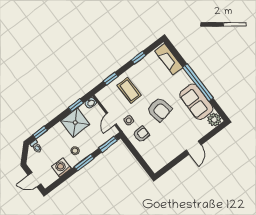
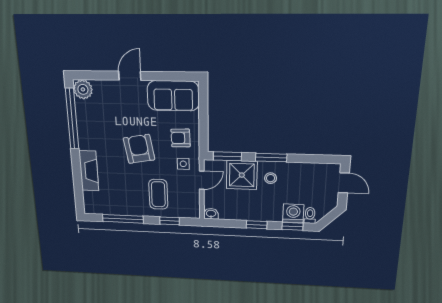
window: (138, 58) -> (123, 219), width x2.17
fireplace: (169, 59) -> (89, 171), moved
window: (198, 83) -> (72, 119), moved
sofa: (196, 102) -> (173, 96), moved, turned 90
window: (76, 105) -> (257, 225), moved
shower: (75, 123) -> (242, 175), moved
washing machine: (61, 167) -> (293, 213), moved, turned 180

